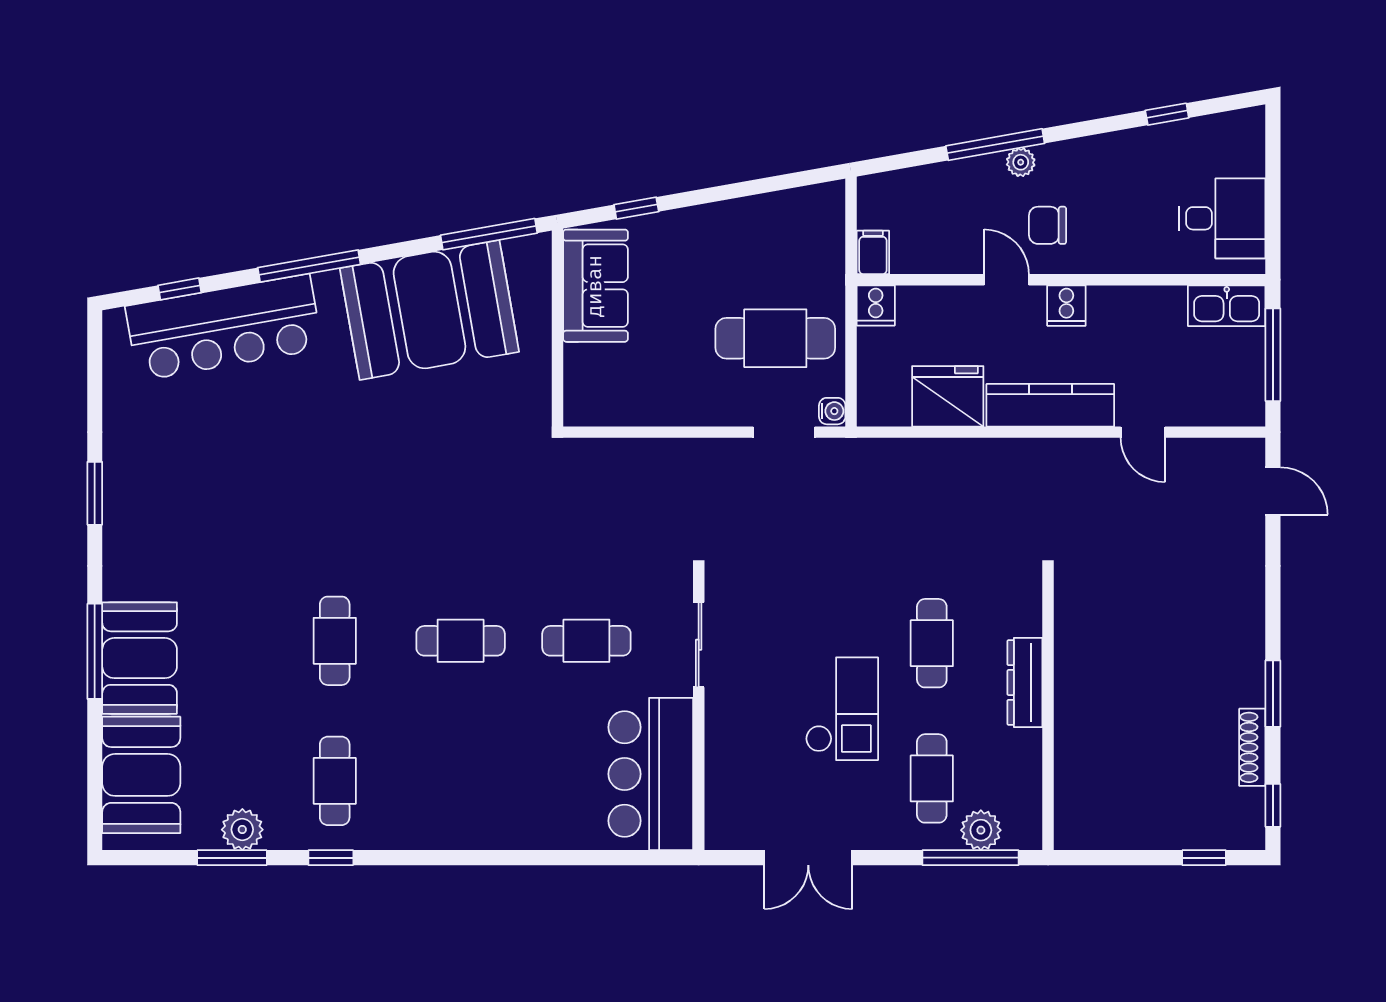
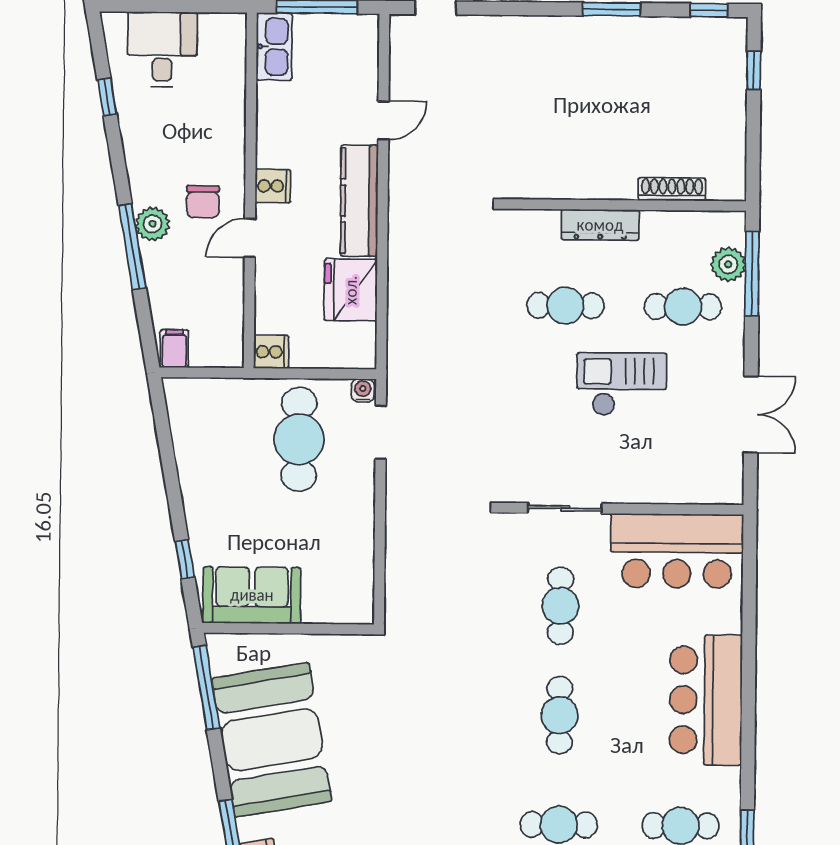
plant: (1021, 162) -> (152, 224), width x1.38, depth x1.38
desk: (1222, 218) -> (162, 49), moved
filing cabinet: (873, 252) -> (174, 349), moved, turned 90
shoe rack: (1252, 747) -> (672, 189), moved, turned 180
bar counter: (480, 809) -> (706, 700), added

